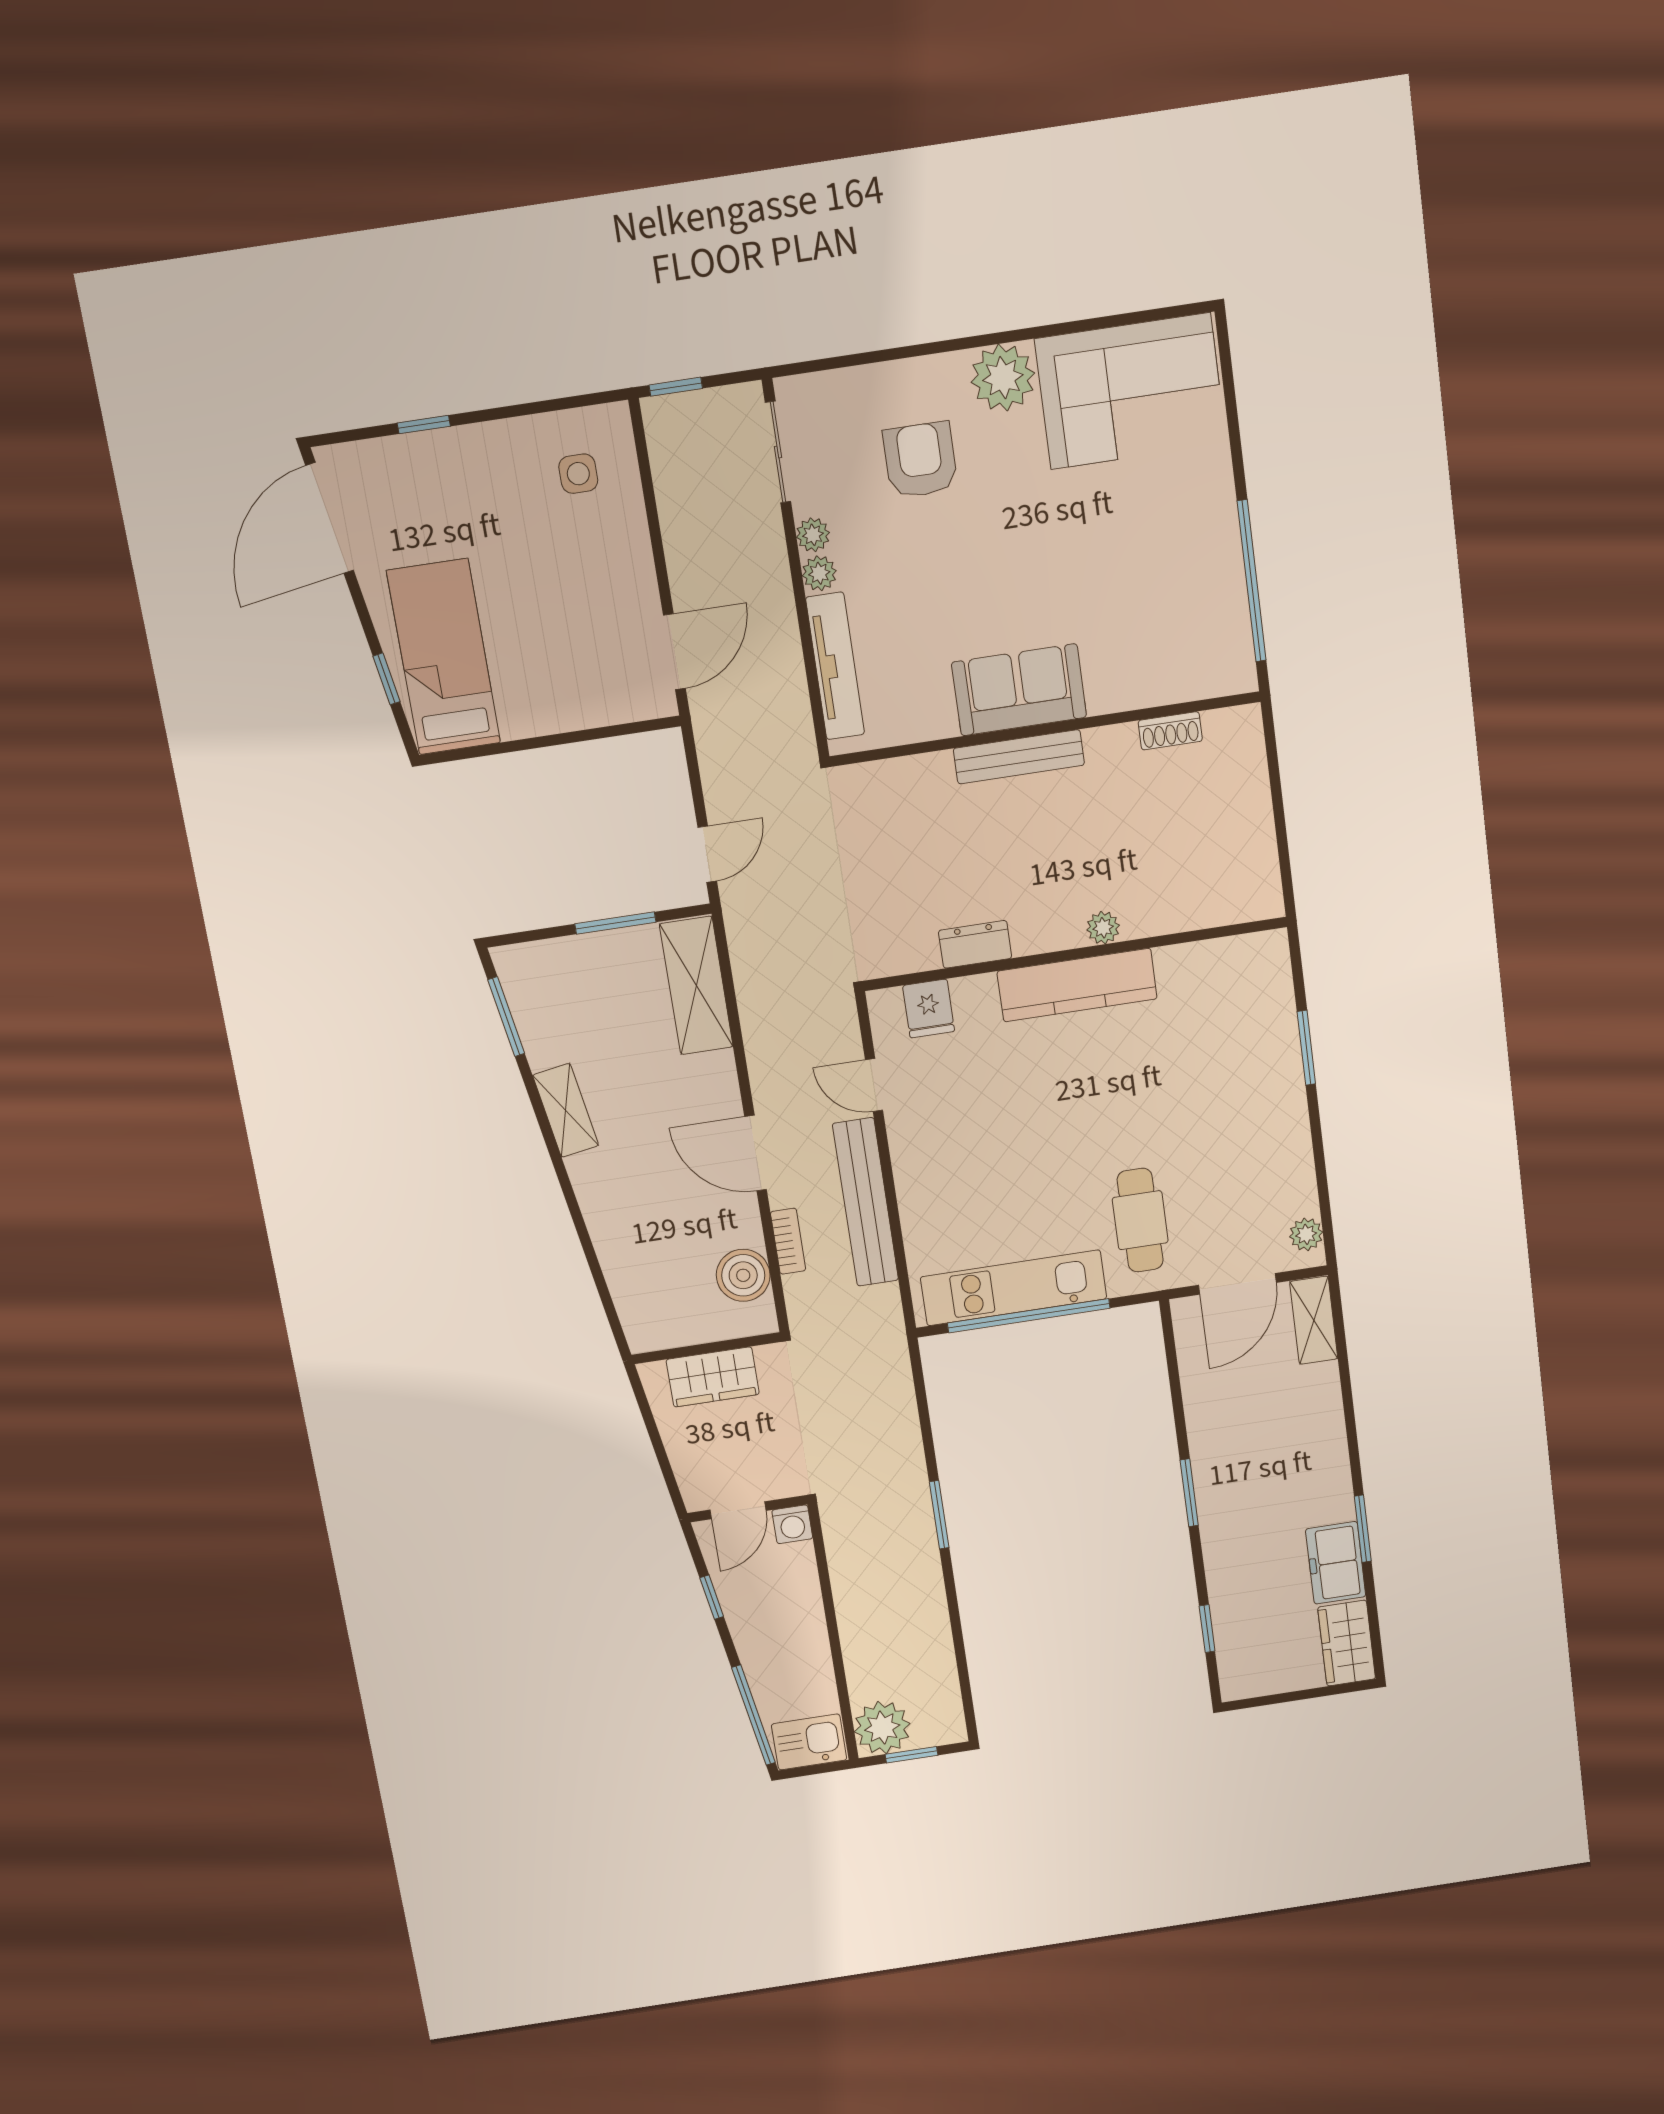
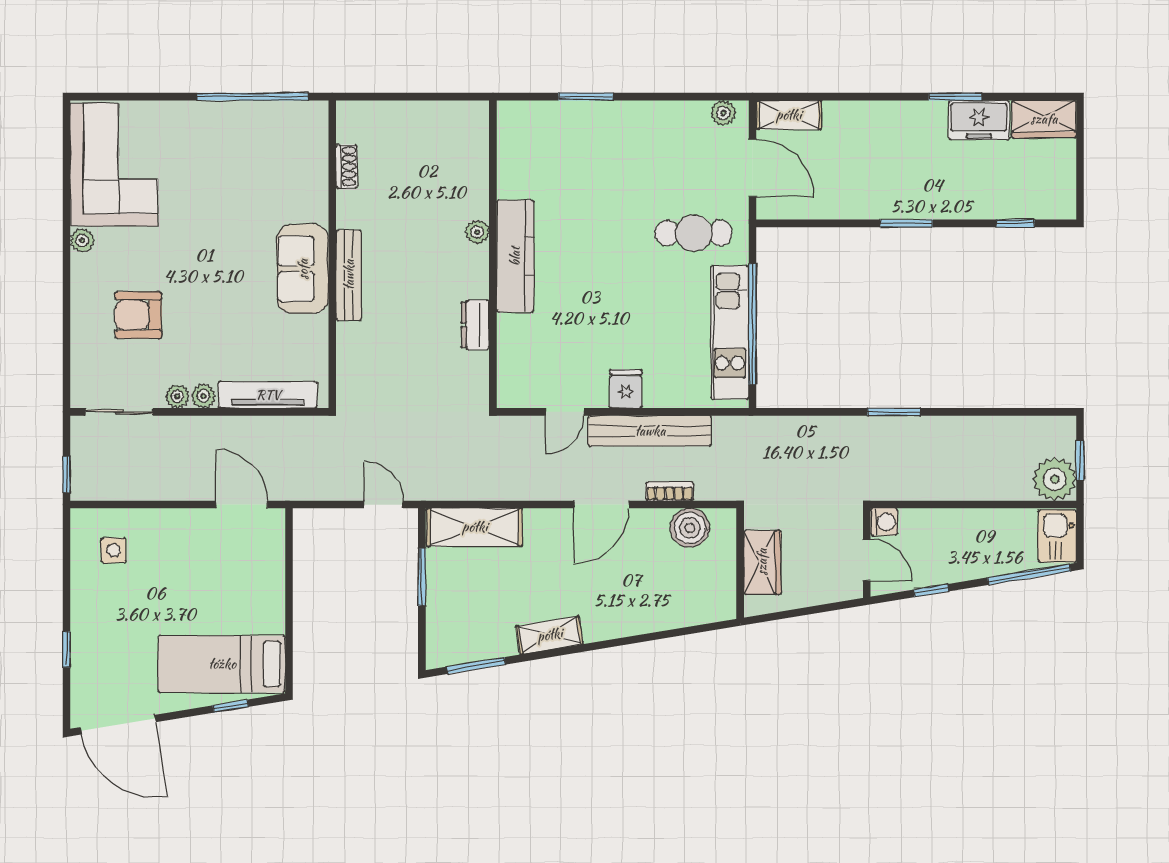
plant: (1003, 378) -> (82, 240), width x0.53, depth x0.53
fridge: (929, 1008) -> (626, 389), moved, turned -90

